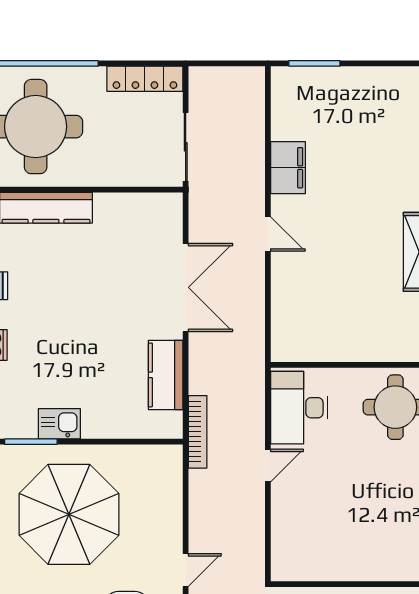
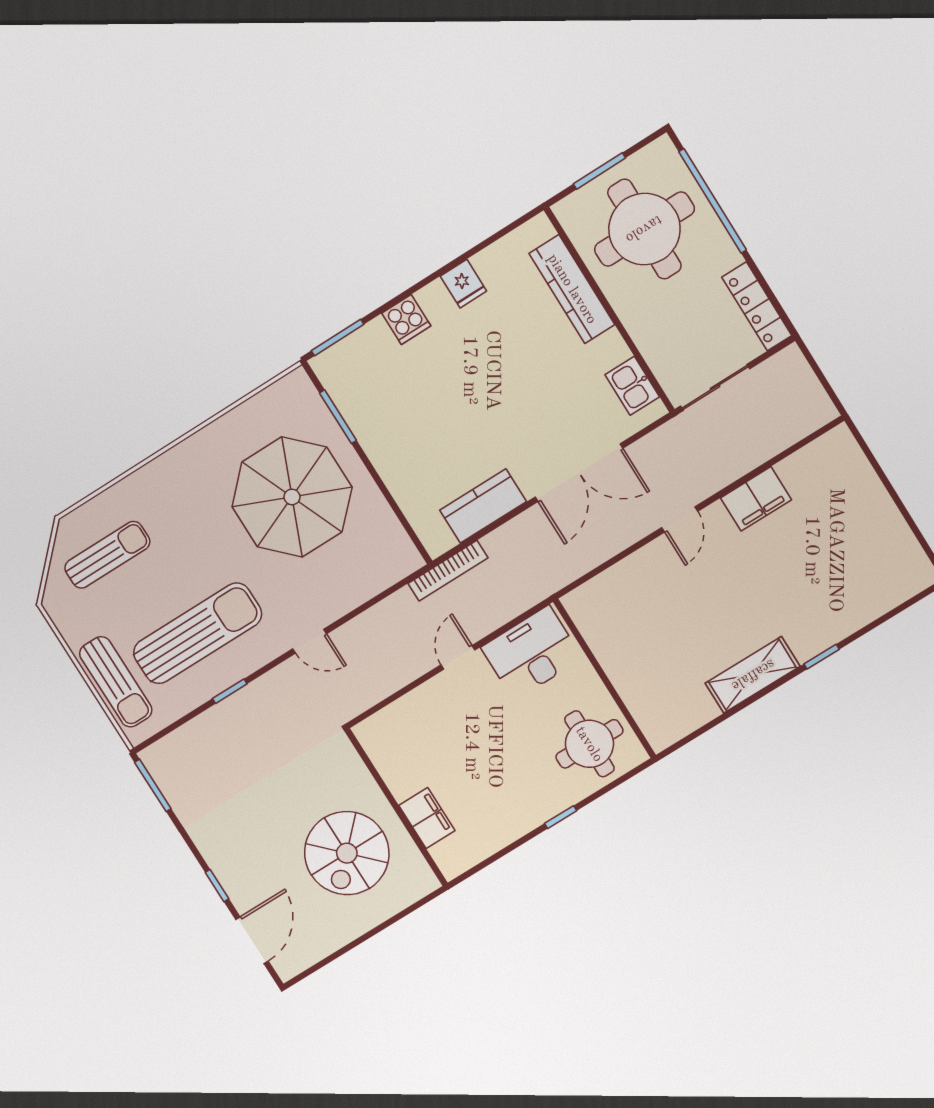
window: (314, 63) -> (873, 461), removed
kitchen sink: (59, 424) -> (632, 386), moved, turned 180
door: (268, 466) -> (458, 657), swing flipped
filing cabinet: (375, 566) -> (427, 818), added

